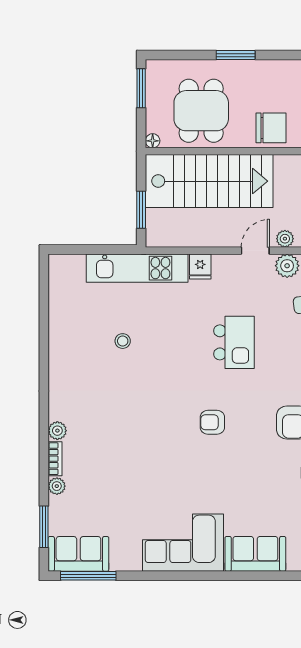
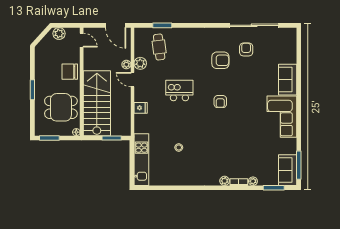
chair: (271, 128) -> (70, 72), turned -90
kitchen unit: (137, 268) -> (141, 160), moved

